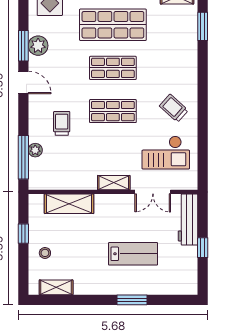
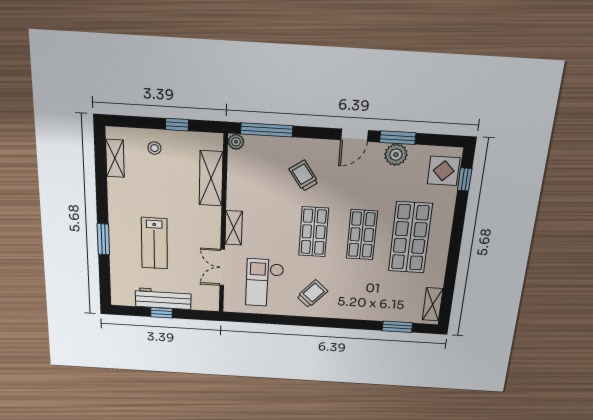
trolley: (62, 123) -> (304, 176), turned -125
plant: (35, 150) -> (236, 142), moved
workbench: (188, 220) -> (163, 299), moved

